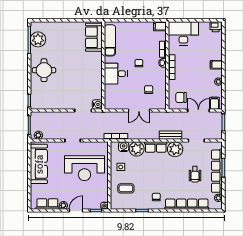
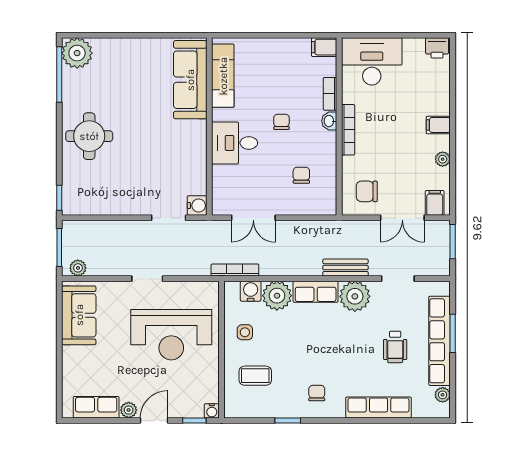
sofa: (94, 37) -> (190, 80), width x1.36
plant: (38, 39) -> (77, 53), moved
double door: (139, 110) -> (253, 218), moved
double door: (198, 110) -> (402, 218), swing flipped
sofa: (39, 164) -> (79, 315), width x0.73
row of seats: (187, 204) -> (379, 408), width x0.73

